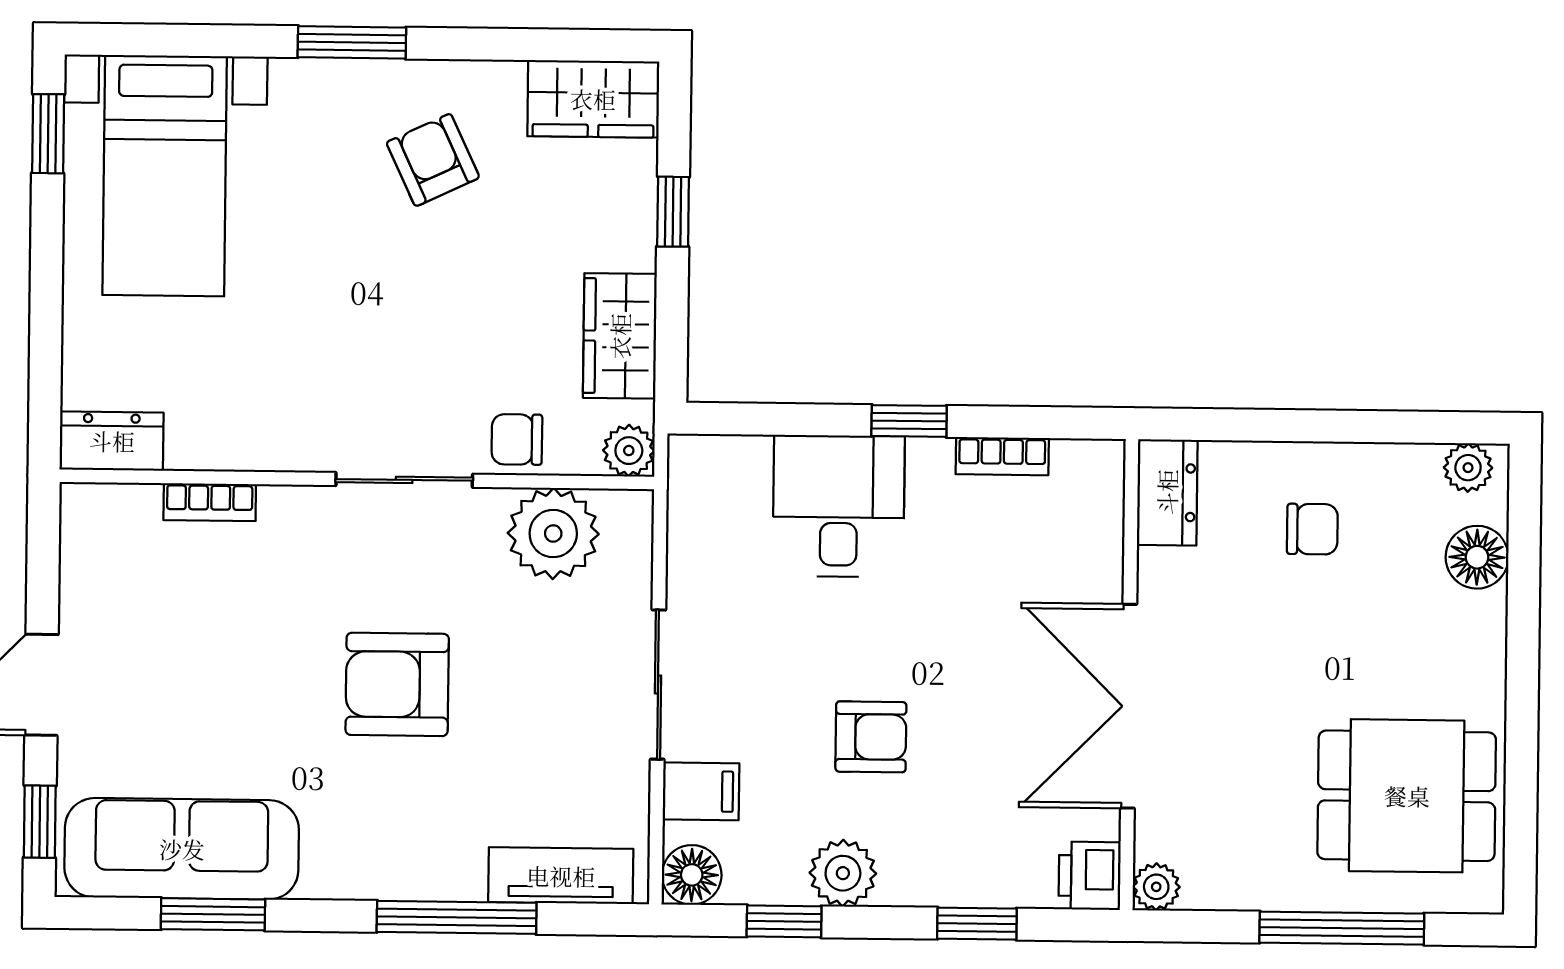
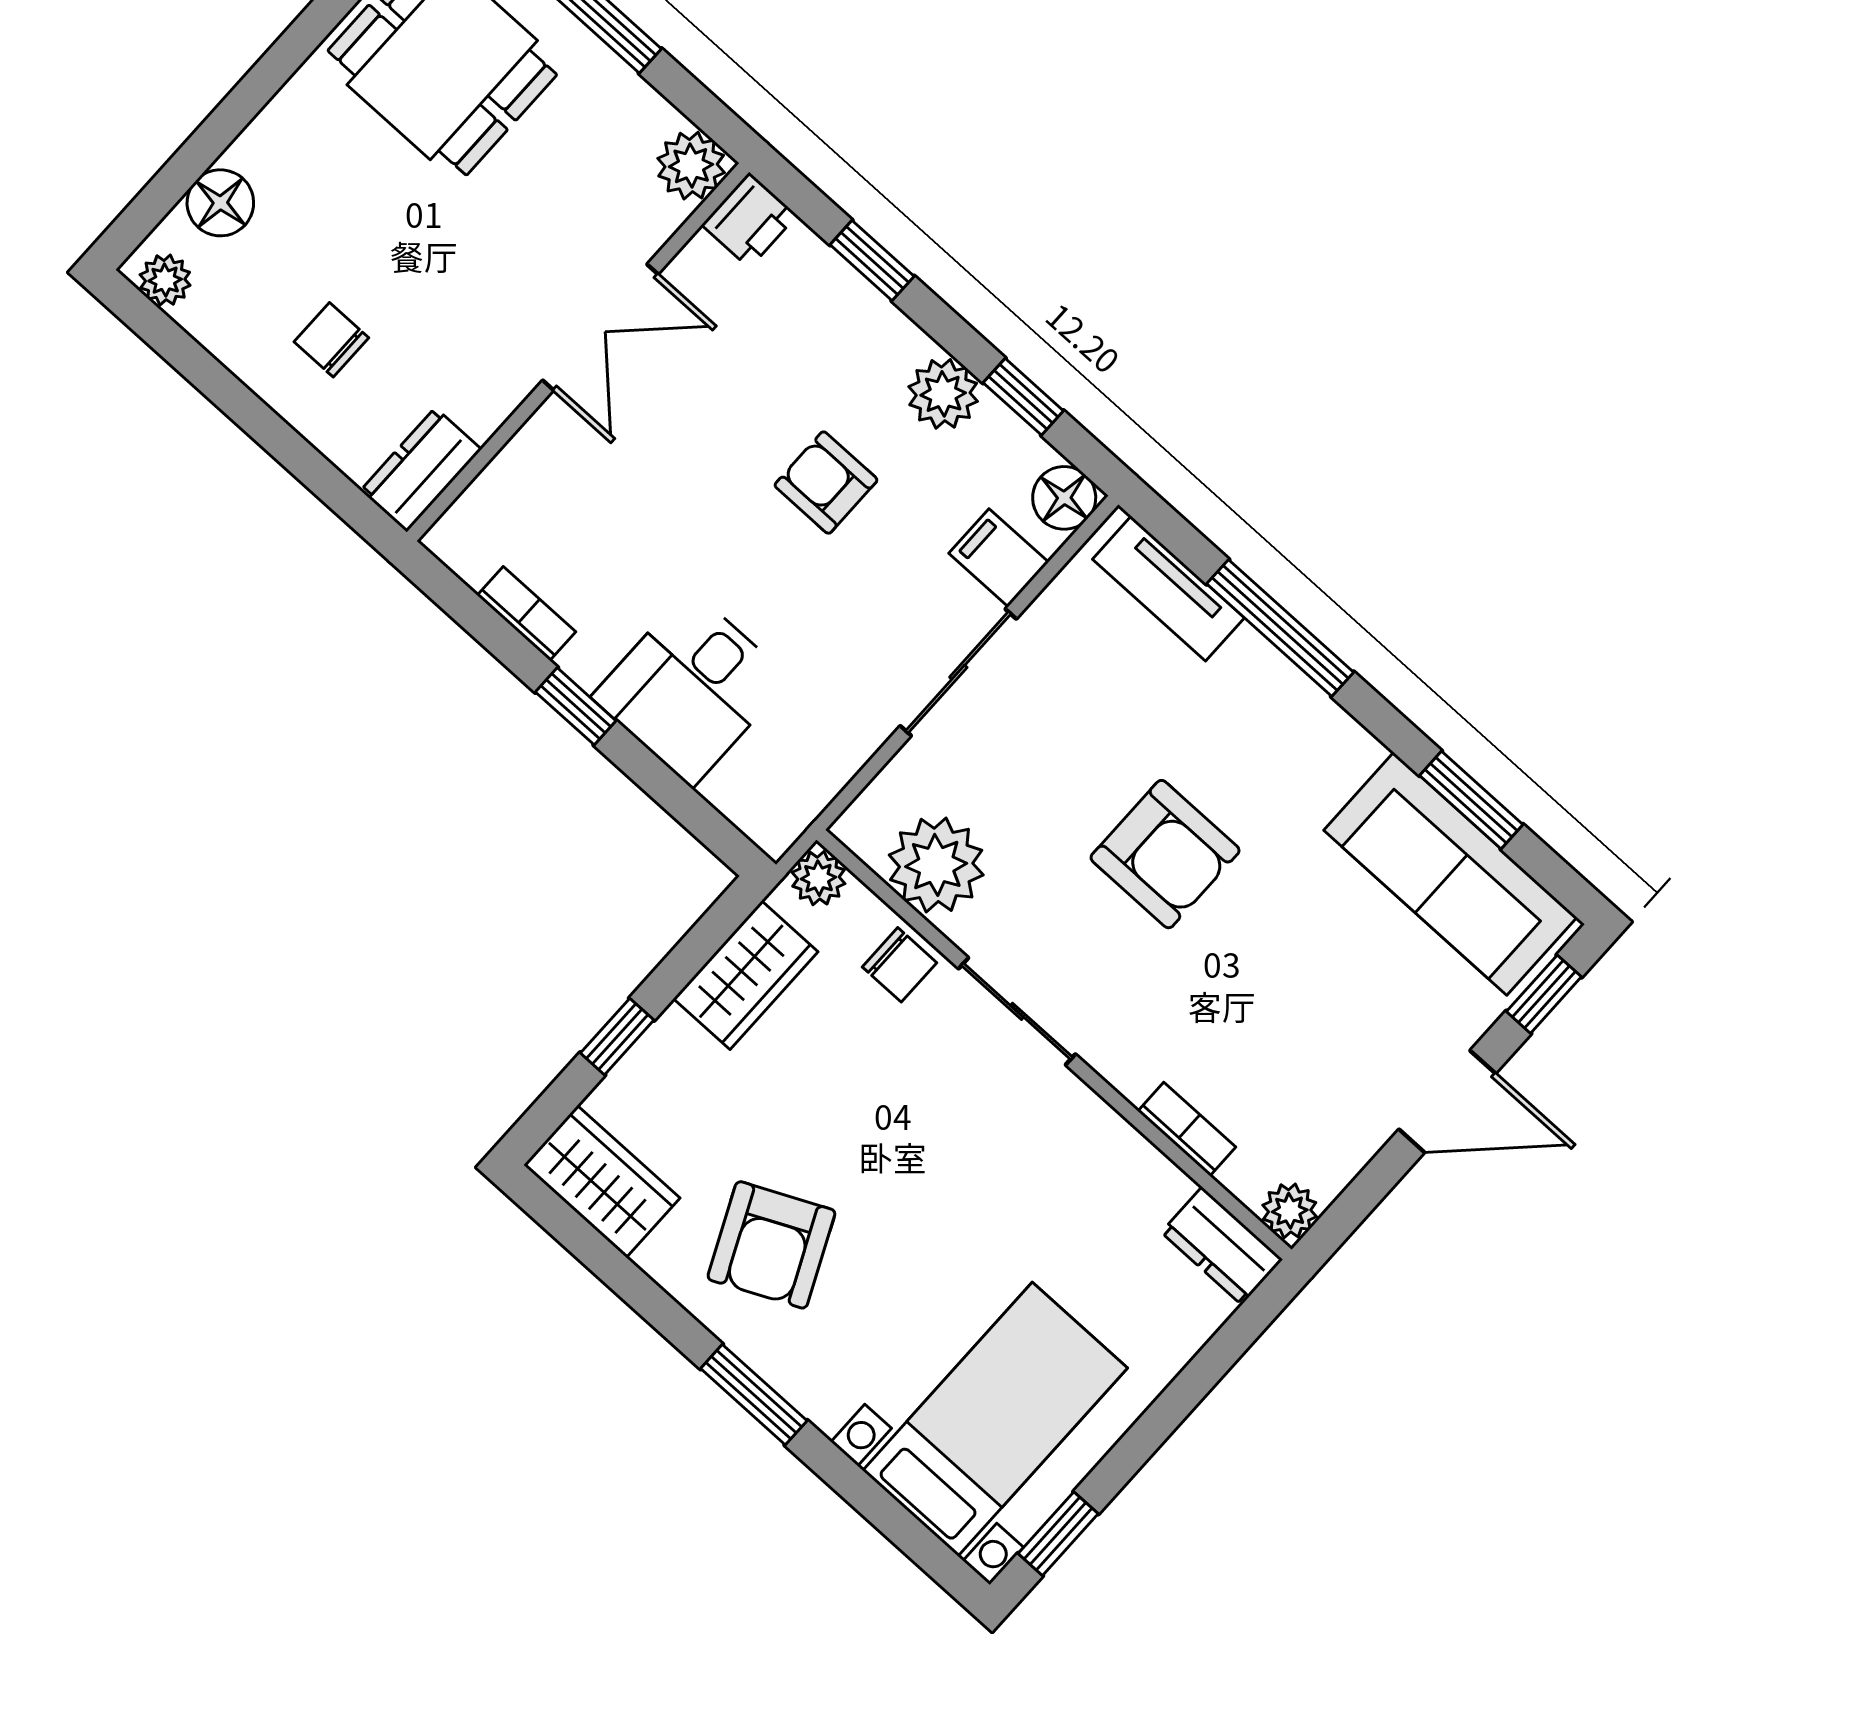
armchair: (433, 160) -> (771, 1245), width x1.38, depth x1.38
plant: (85, 508) -> (1290, 1211), added
double door: (1129, 706) -> (600, 327), width x0.73
plant: (1156, 887) -> (691, 166), width x1.38, depth x1.38

